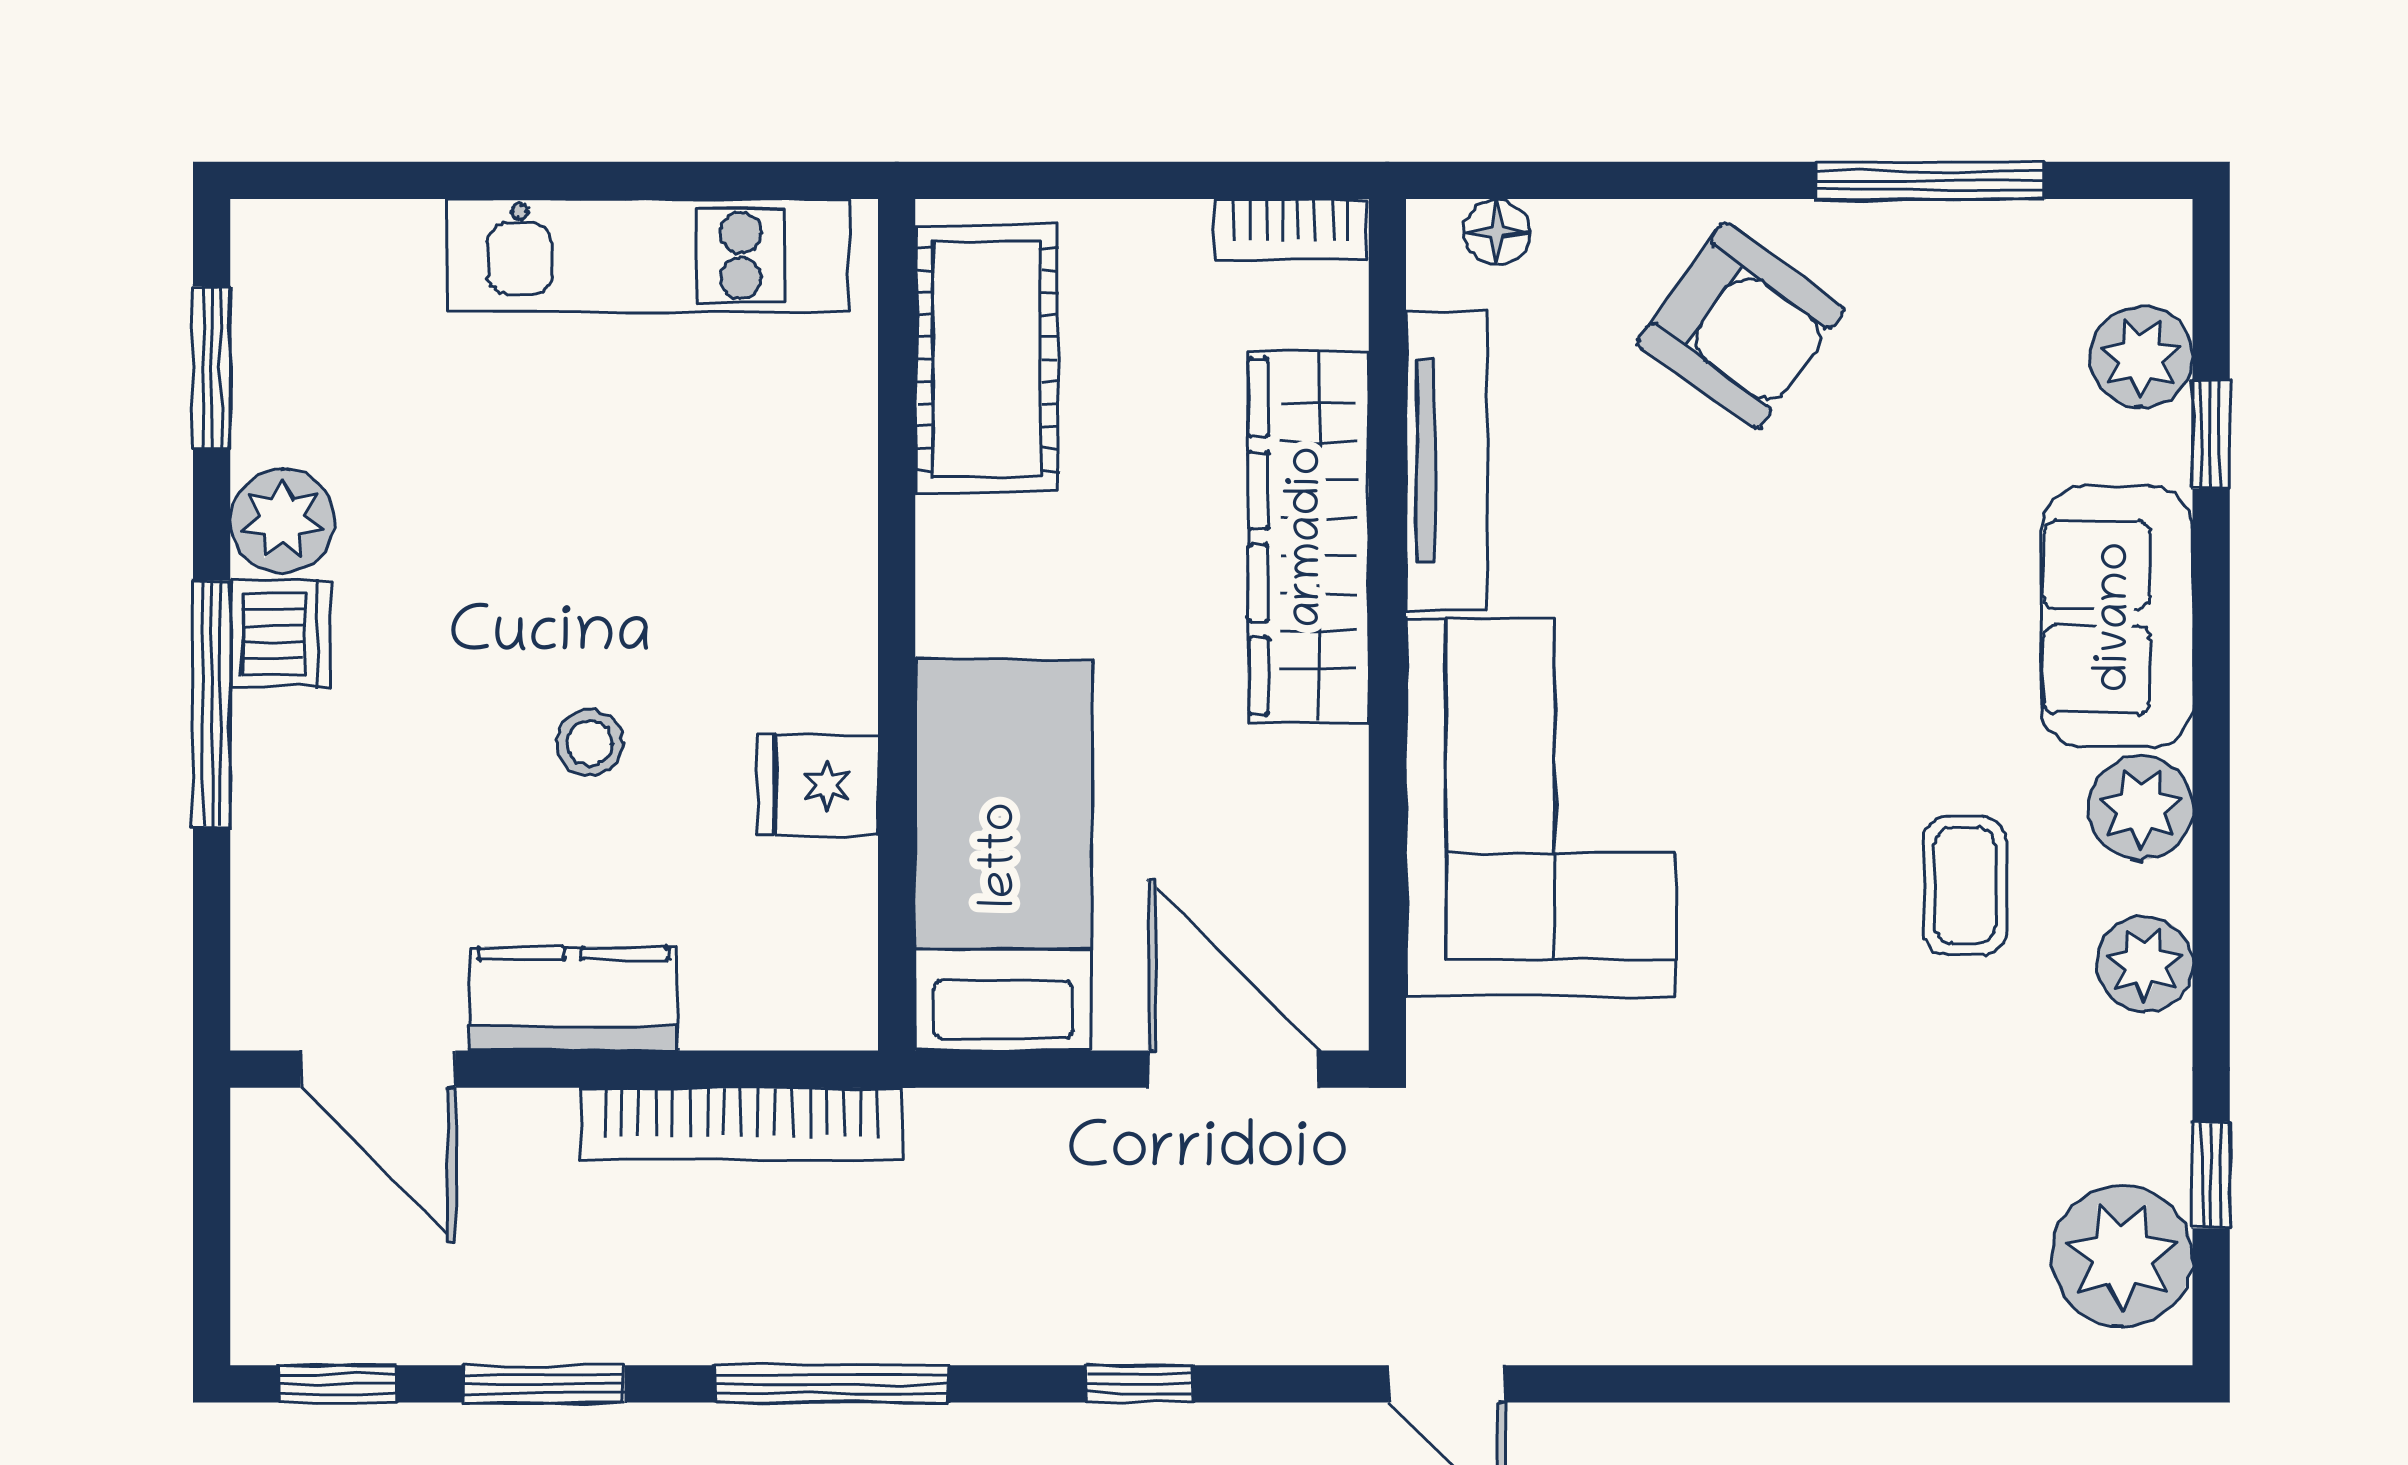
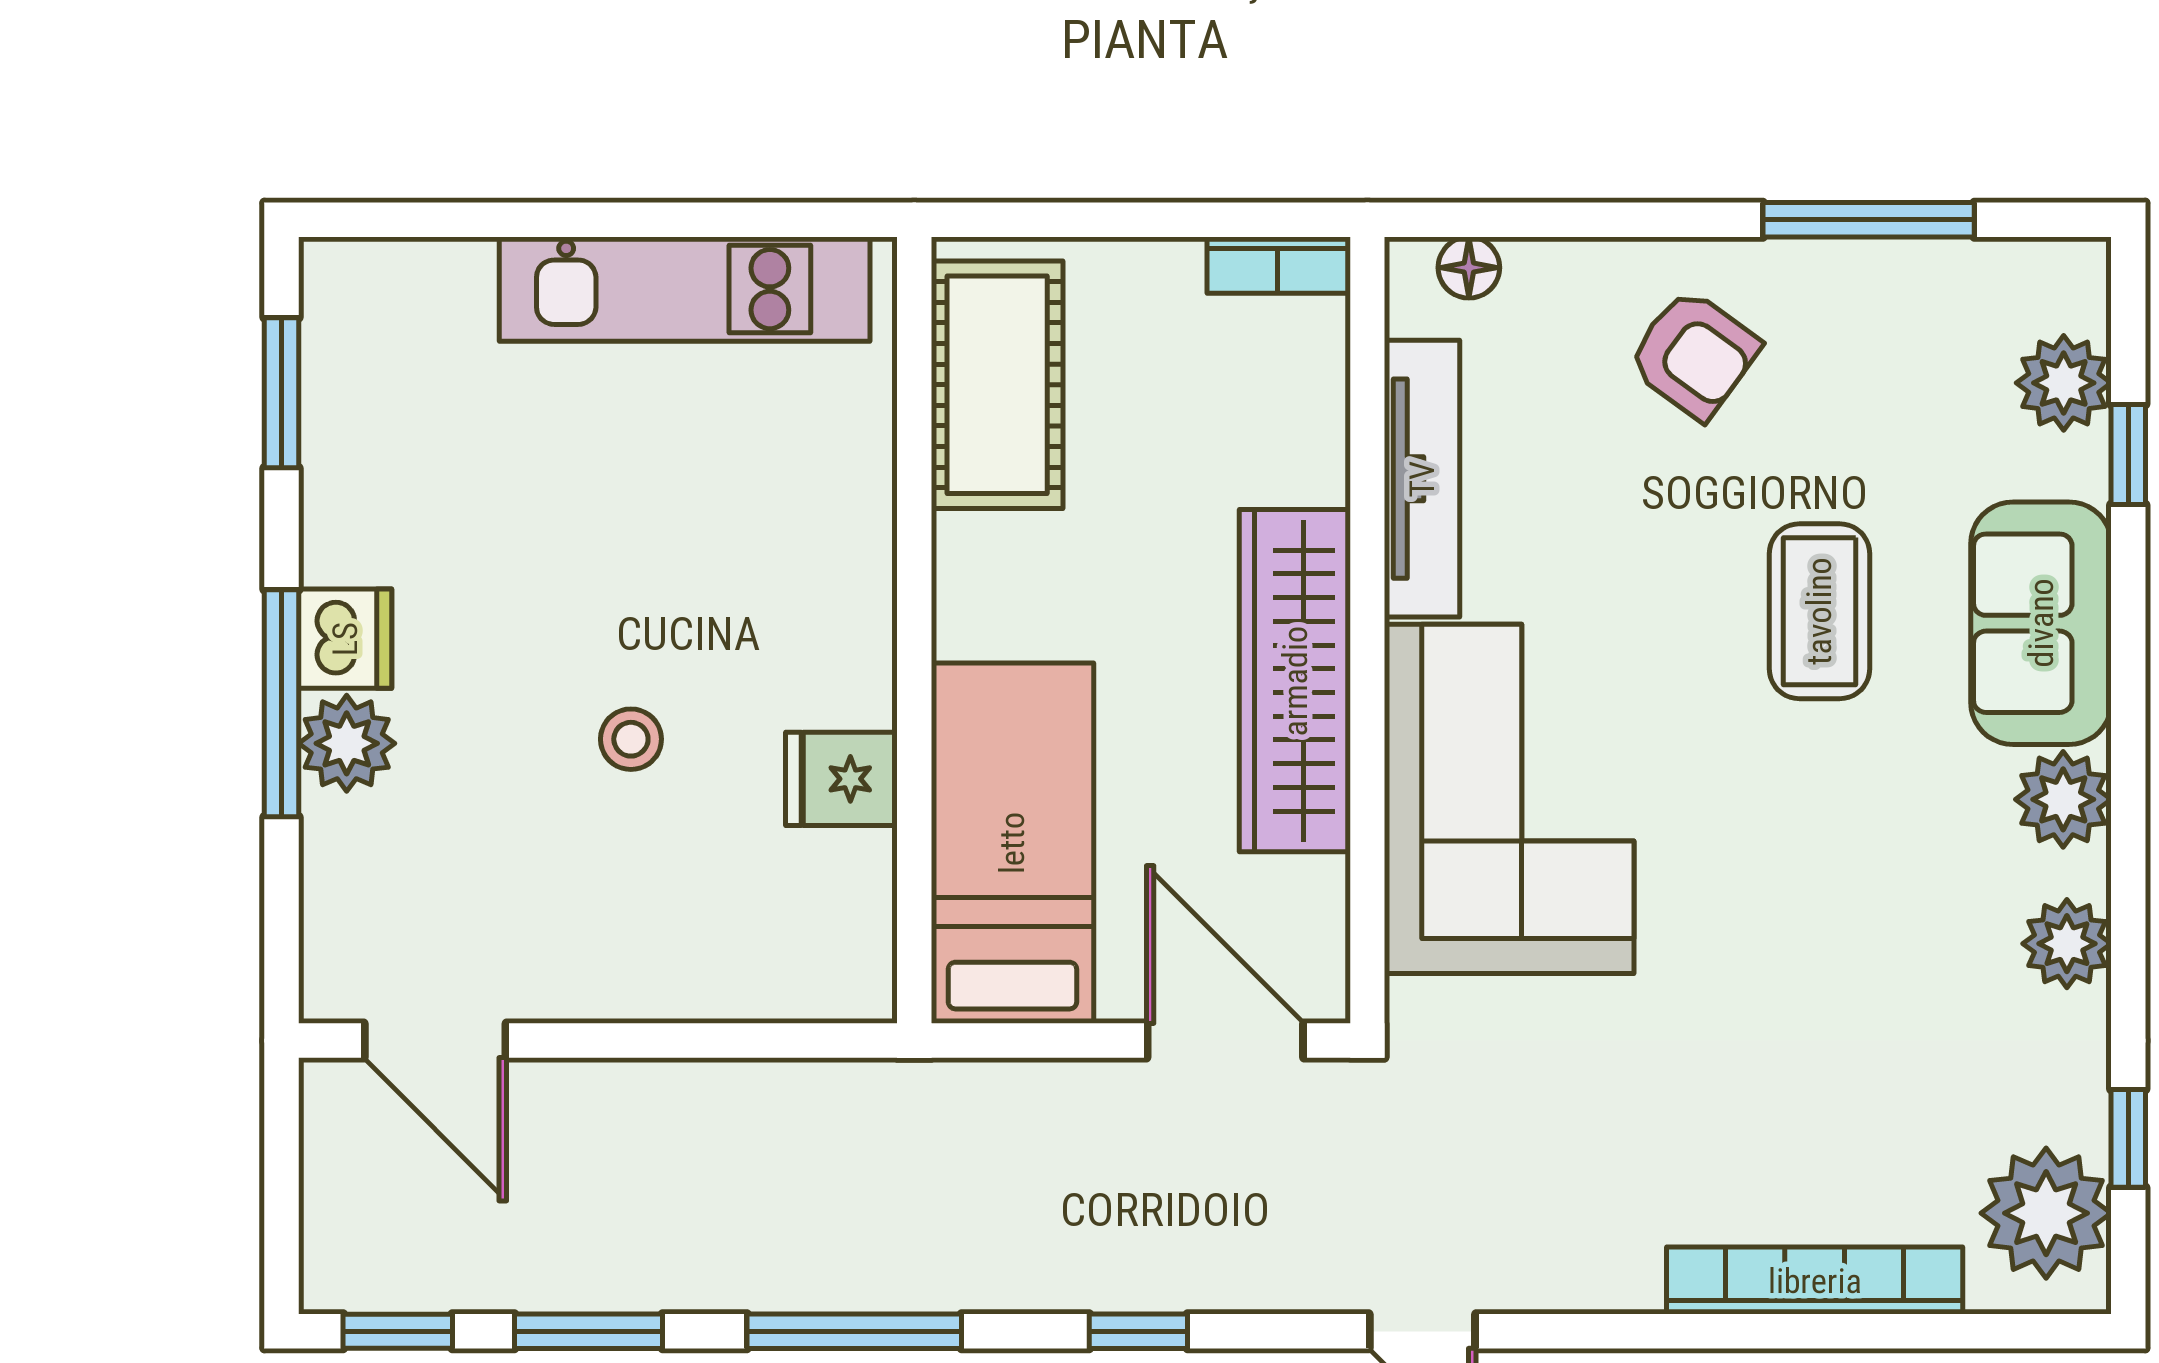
armchair: (1741, 326) -> (1694, 354), width x0.72, depth x0.72
plant: (282, 521) -> (347, 743), moved
wardrobe: (1309, 537) -> (1295, 681), moved
coffee table: (1965, 886) -> (1819, 611), moved, width x1.36, depth x1.30
kitchen counter: (573, 999) -> (615, 976), removed
bookcase: (741, 1124) -> (1815, 1281), moved, turned 180

